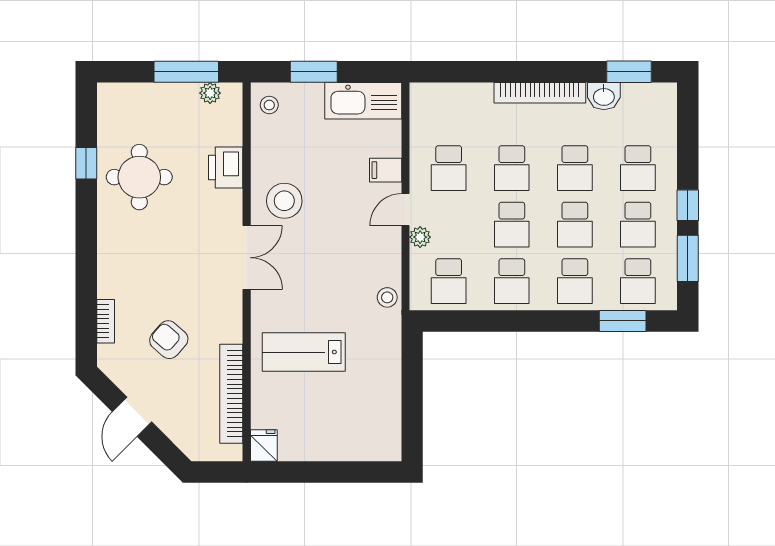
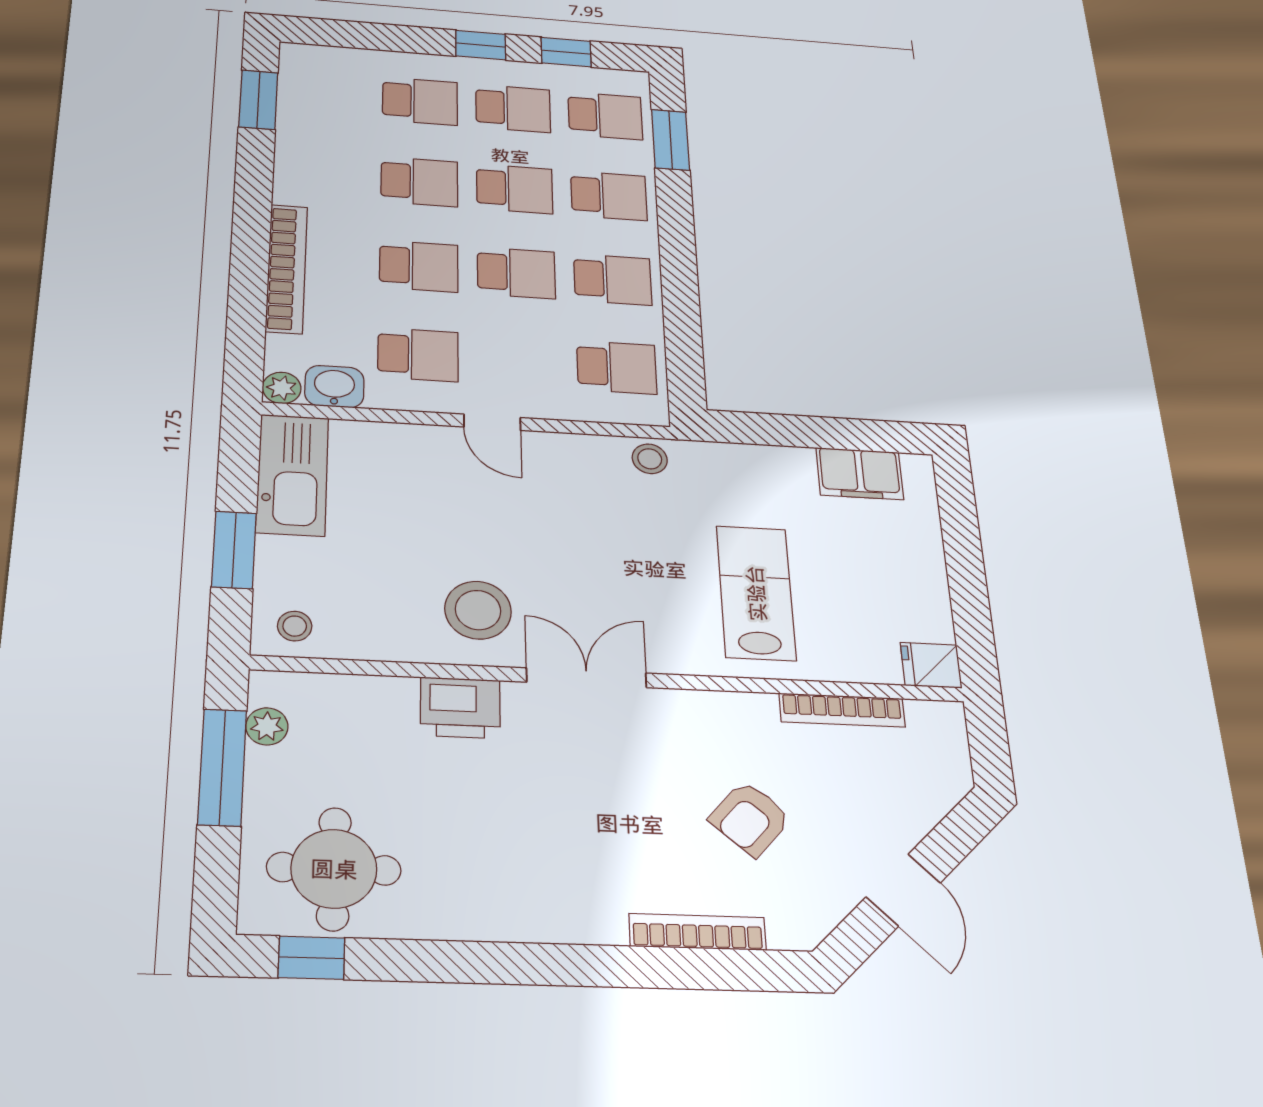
bookcase: (540, 93) -> (287, 269), moved
washbasin: (604, 96) -> (334, 387), moved, turned -90
window: (86, 163) -> (312, 958), moved
printer: (226, 168) -> (460, 708), moved
filing cabinet: (386, 170) -> (860, 474), moved, width x2.00
round table: (139, 177) -> (334, 869), moved
plant: (420, 237) -> (282, 388), moved
window: (688, 258) -> (566, 52), width x0.67
bookcase: (106, 321) -> (698, 932), width x1.56
lab bench: (304, 352) -> (756, 593), turned 180
bookcase: (231, 394) -> (842, 710), width x0.68, depth x0.76
door: (132, 417) -> (903, 890), hinge flipped

